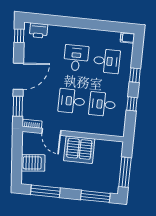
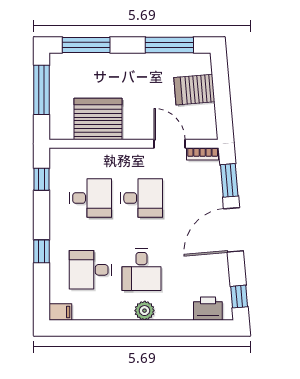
plant: (77, 33) -> (145, 311), added
window: (132, 104) -> (42, 179), moved
server rack: (79, 150) -> (98, 119), moved

